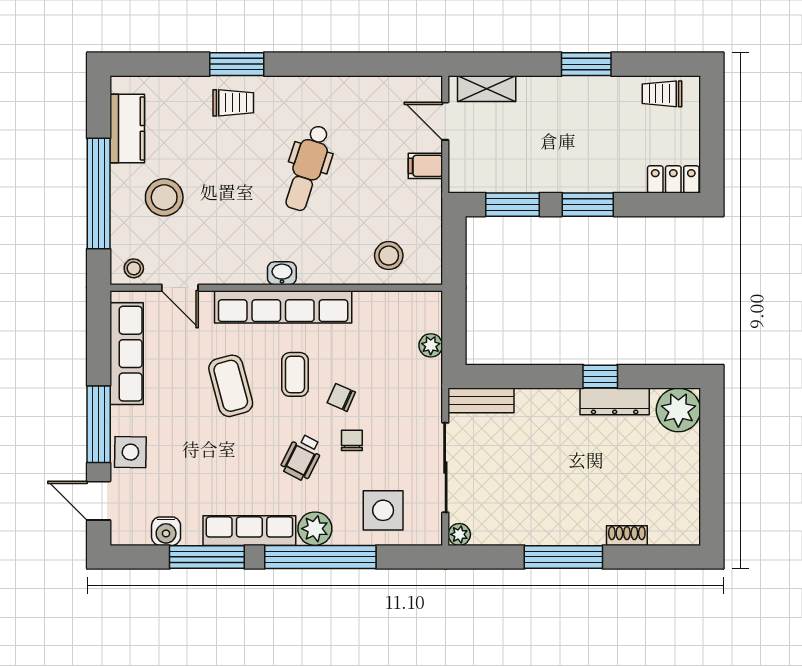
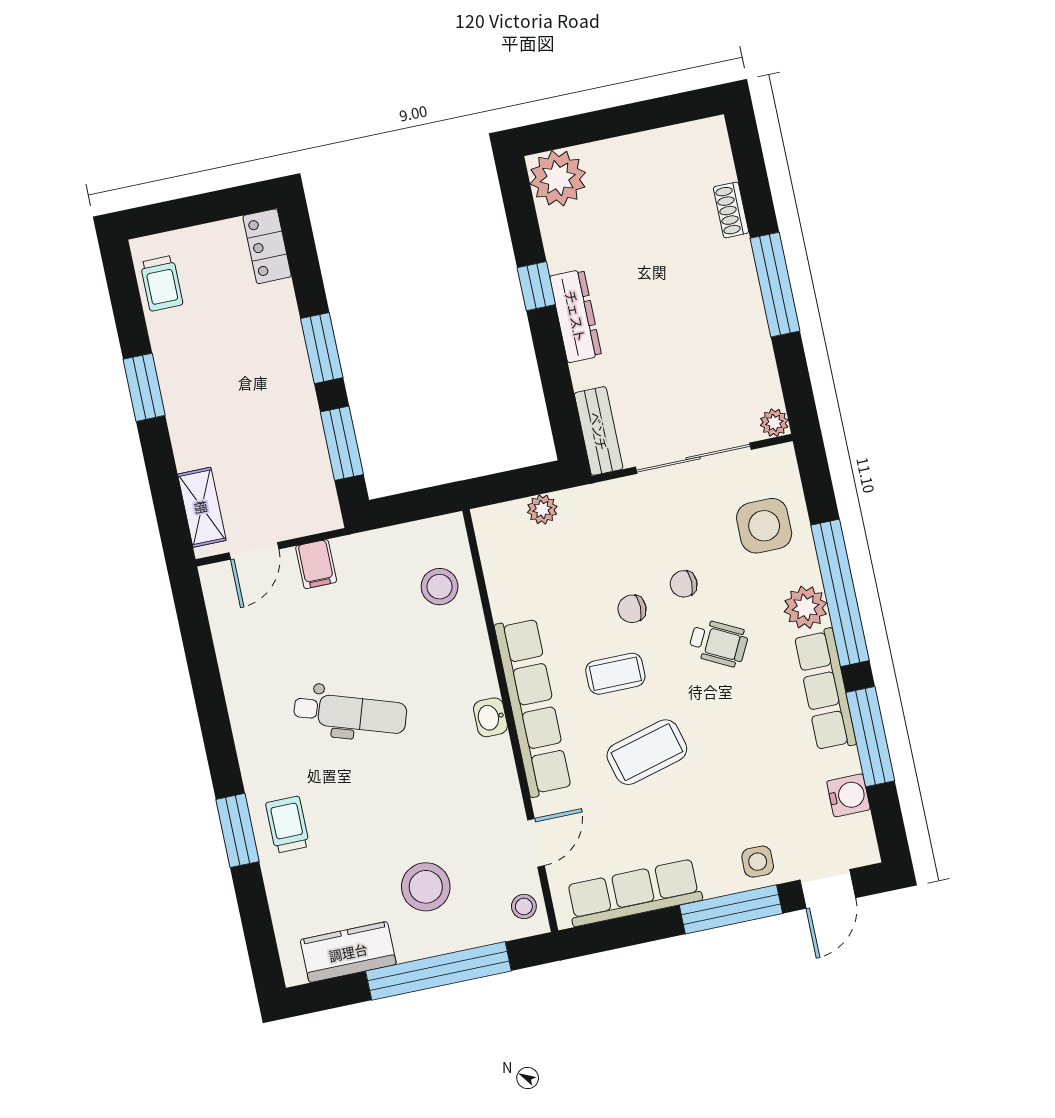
chair: (341, 397) -> (632, 609), turned 66
dresser: (615, 401) -> (576, 316), moved
side table: (130, 452) -> (758, 862), width x0.73, depth x0.73

